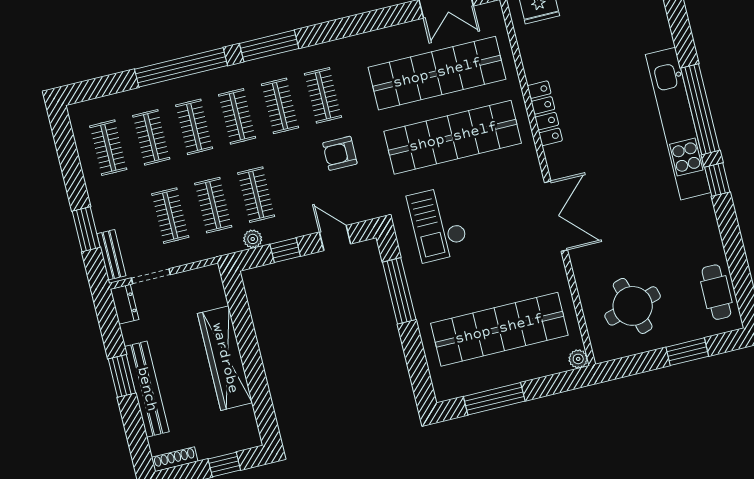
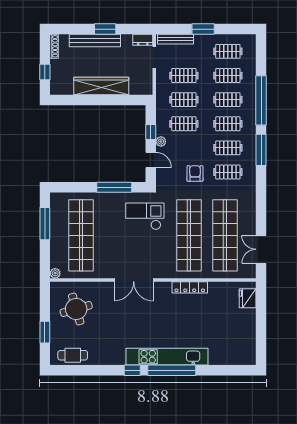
window: (86, 229) -> (203, 29), moved
door: (335, 238) -> (151, 160), hinge flipped
plant: (253, 239) -> (161, 142), moved
bench: (111, 255) -> (175, 39), width x1.36

